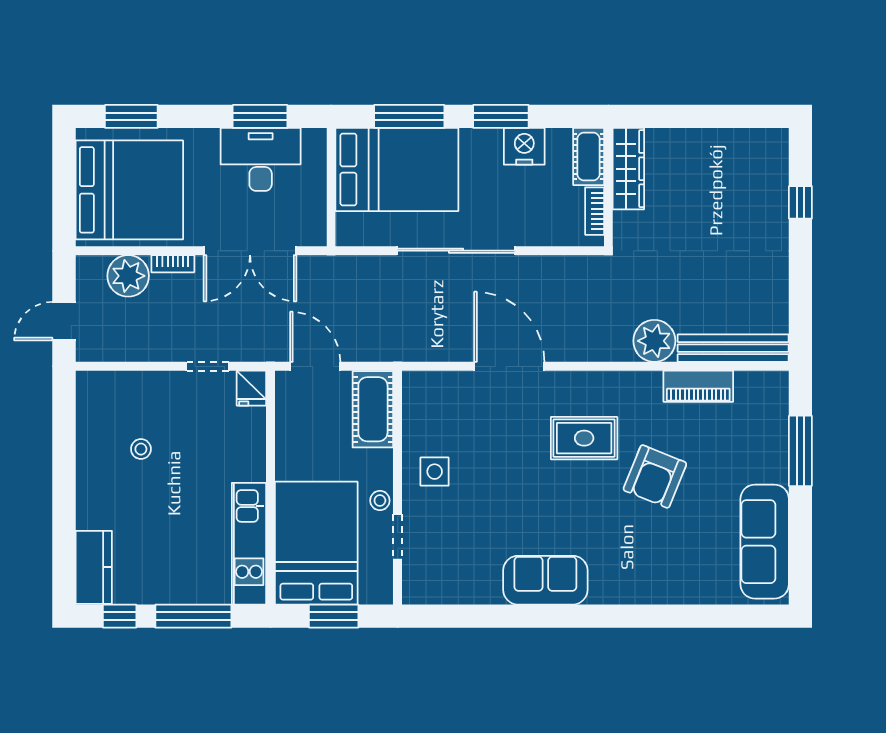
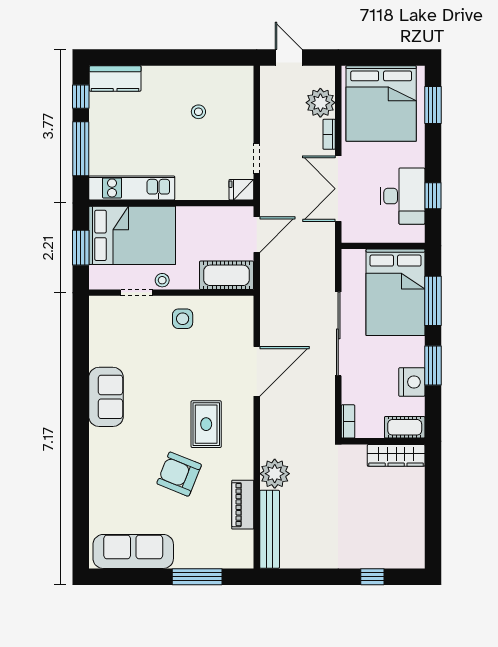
window: (260, 116) -> (433, 196), width x0.67
bookcase: (595, 211) -> (348, 421), moved, turned 90

